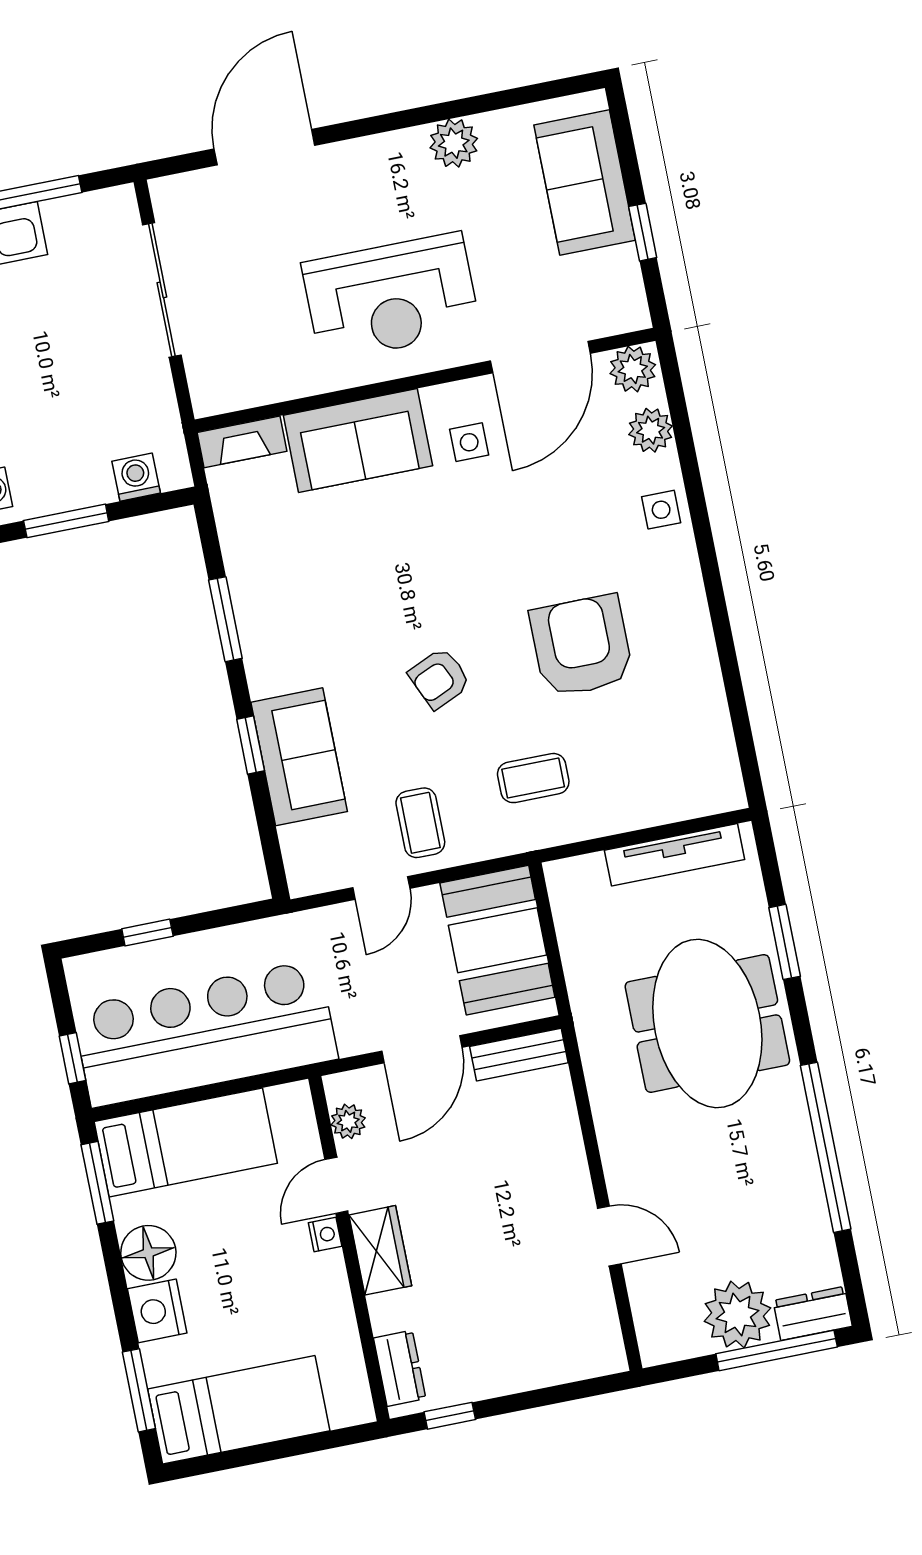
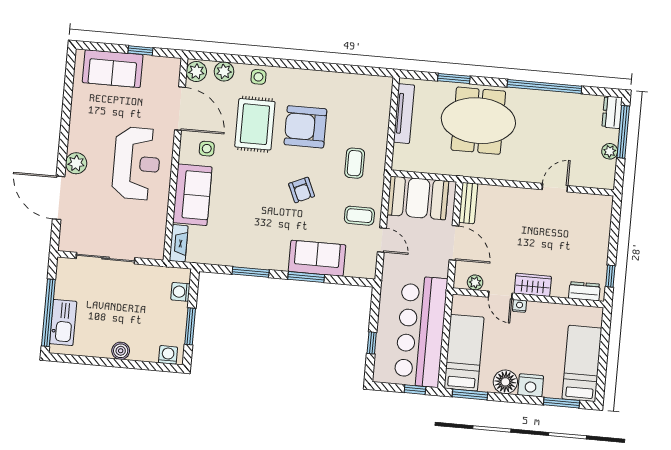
plant: (454, 143) -> (76, 163), moved
rug: (554, 533) -> (255, 124), added
window: (251, 745) -> (306, 277), width x1.50
plant: (737, 1315) -> (610, 151), width x0.53, depth x0.53

